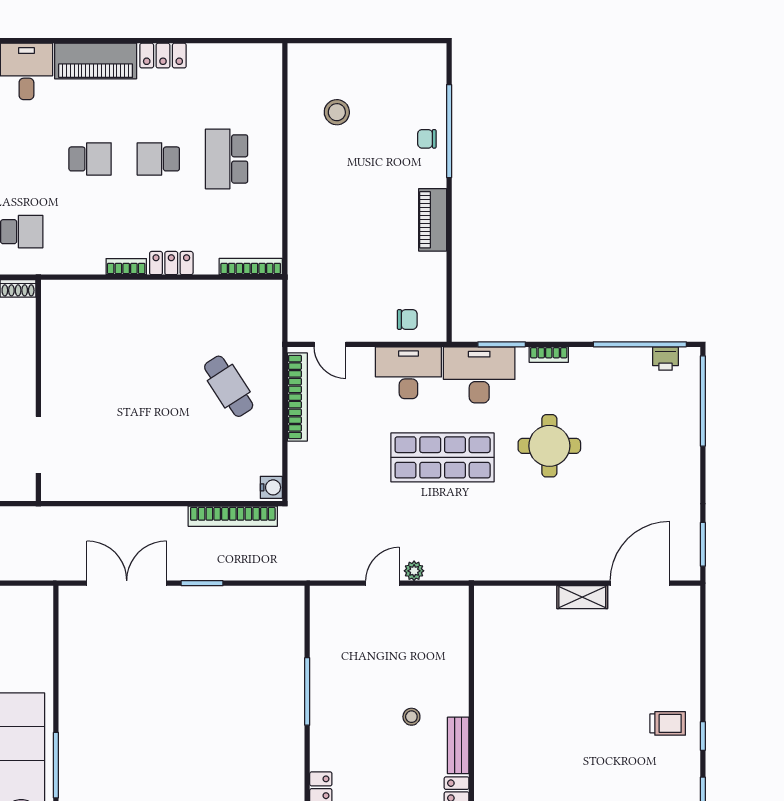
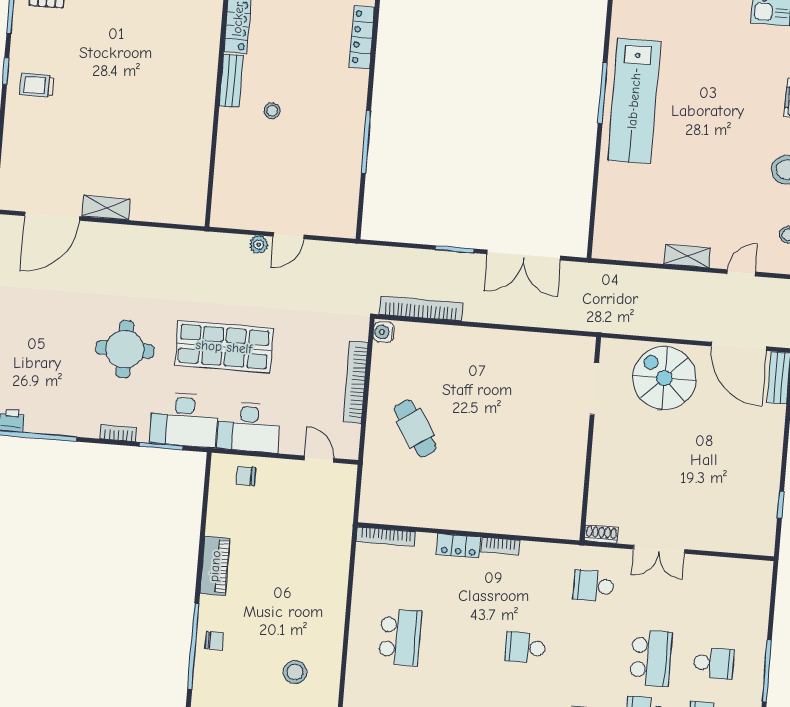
school desk: (158, 159) -> (463, 643), removed
bookcase: (297, 397) -> (355, 382), moved

